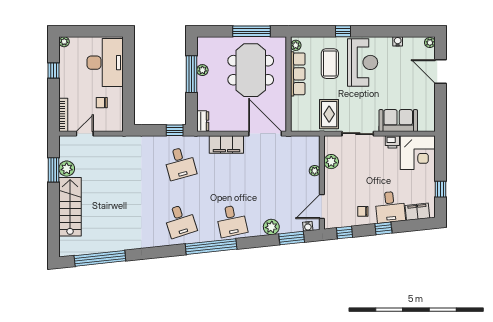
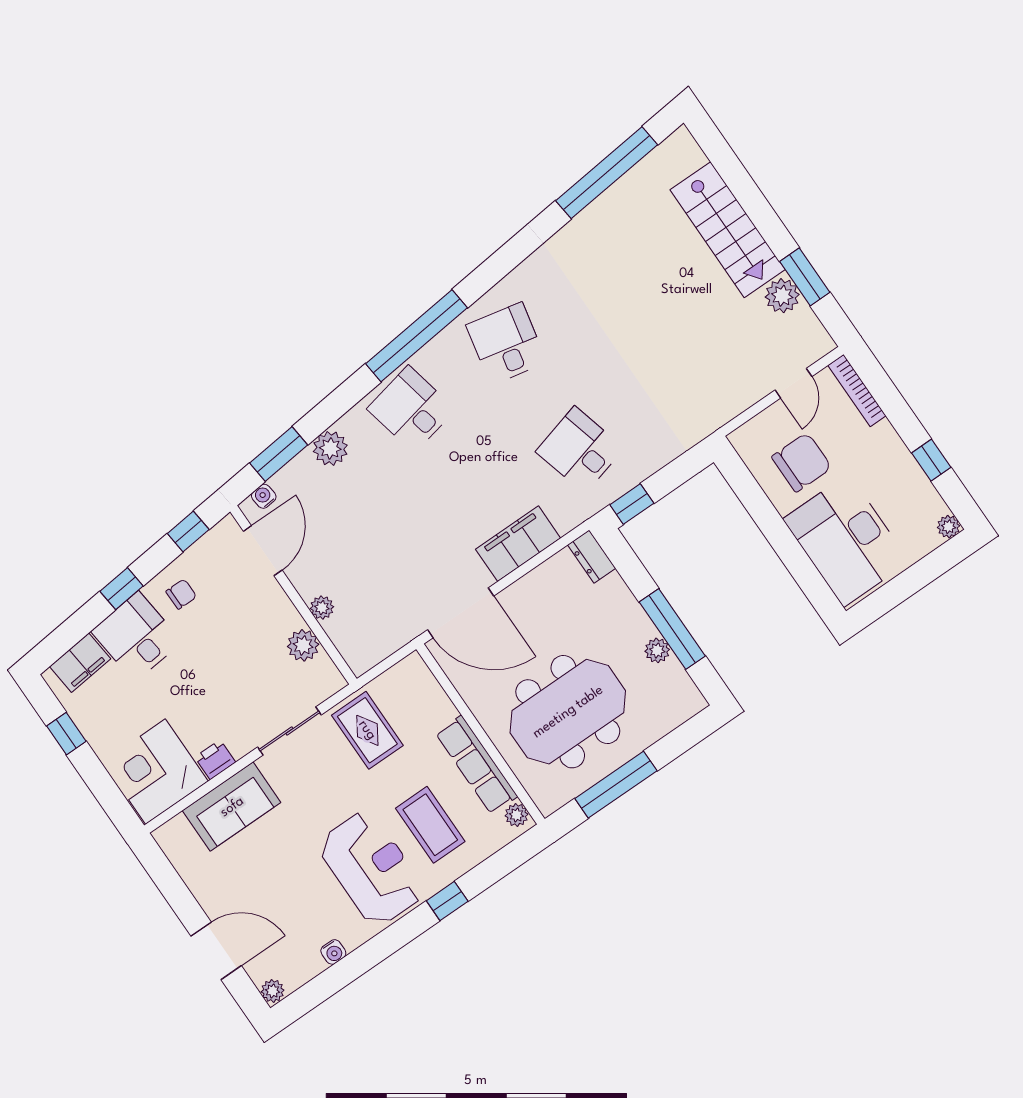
reception desk: (363, 62) -> (371, 868), turned 180
meeting table: (251, 70) -> (568, 712), turned 90
chair: (102, 103) -> (802, 462), width x1.87, depth x1.87
desk: (180, 221) -> (506, 344), turned 30

